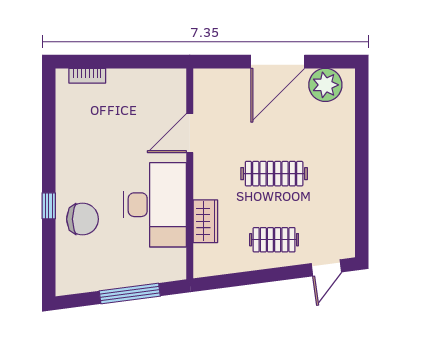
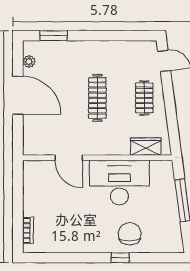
plant: (325, 85) -> (29, 62), width x0.53, depth x0.53
window: (362, 112) -> (54, 36), added
wardrobe: (205, 221) -> (146, 147), moved

